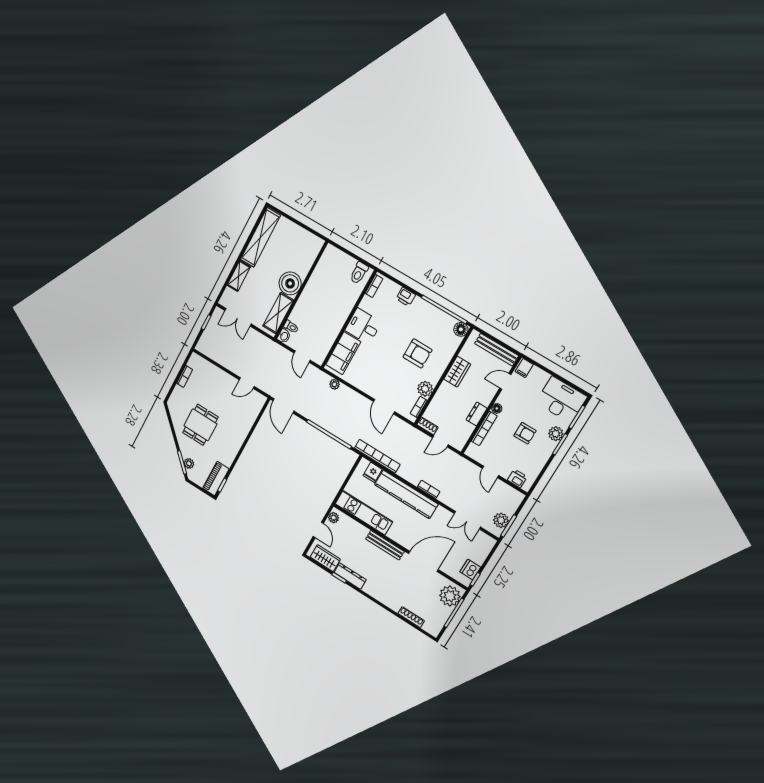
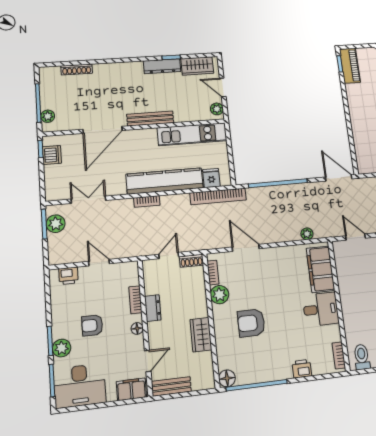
bench: (497, 350) -> (171, 386), width x0.73
filing cabinet: (524, 368) -> (131, 389), width x2.00
bookcase: (484, 428) -> (135, 300), width x0.64
plant: (450, 596) -> (48, 116), width x0.53, depth x0.53

